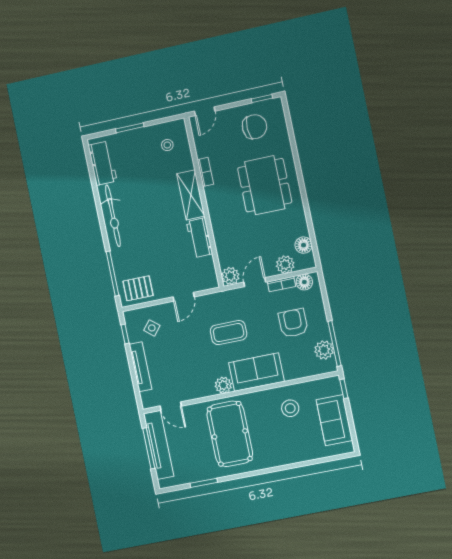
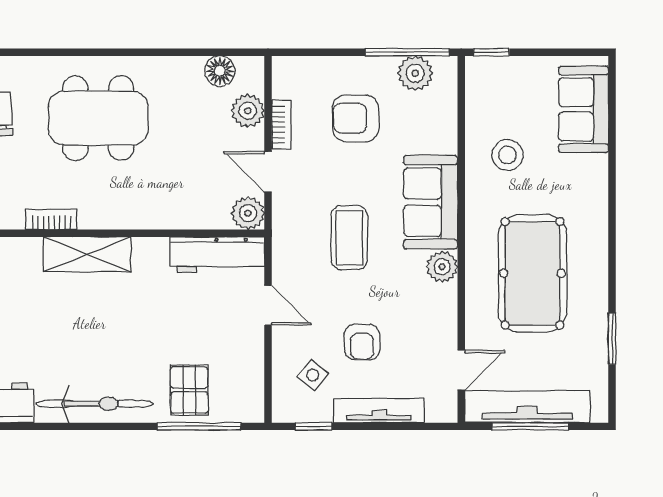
workbench: (199, 238) -> (217, 255), moved, width x1.38
floor lamp: (304, 282) -> (286, 83), removed
pallet: (138, 288) -> (189, 390), moved
armchair: (175, 351) -> (362, 342), added
sofa: (334, 420) -> (584, 109), moved, turned 90
pool table: (230, 434) -> (532, 273), turned 90

